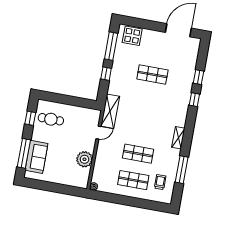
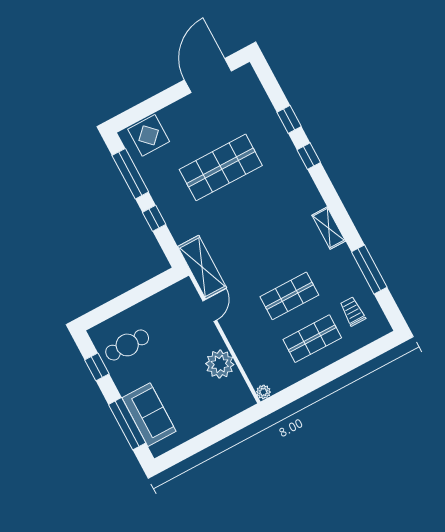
shop shelf: (152, 74) -> (221, 167), width x1.43, depth x1.36

